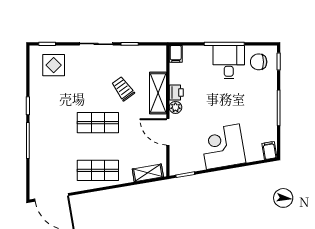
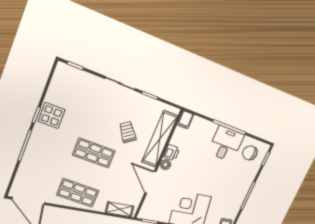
display table: (54, 65) -> (52, 116), moved
shelving: (158, 93) -> (160, 139), width x1.47

